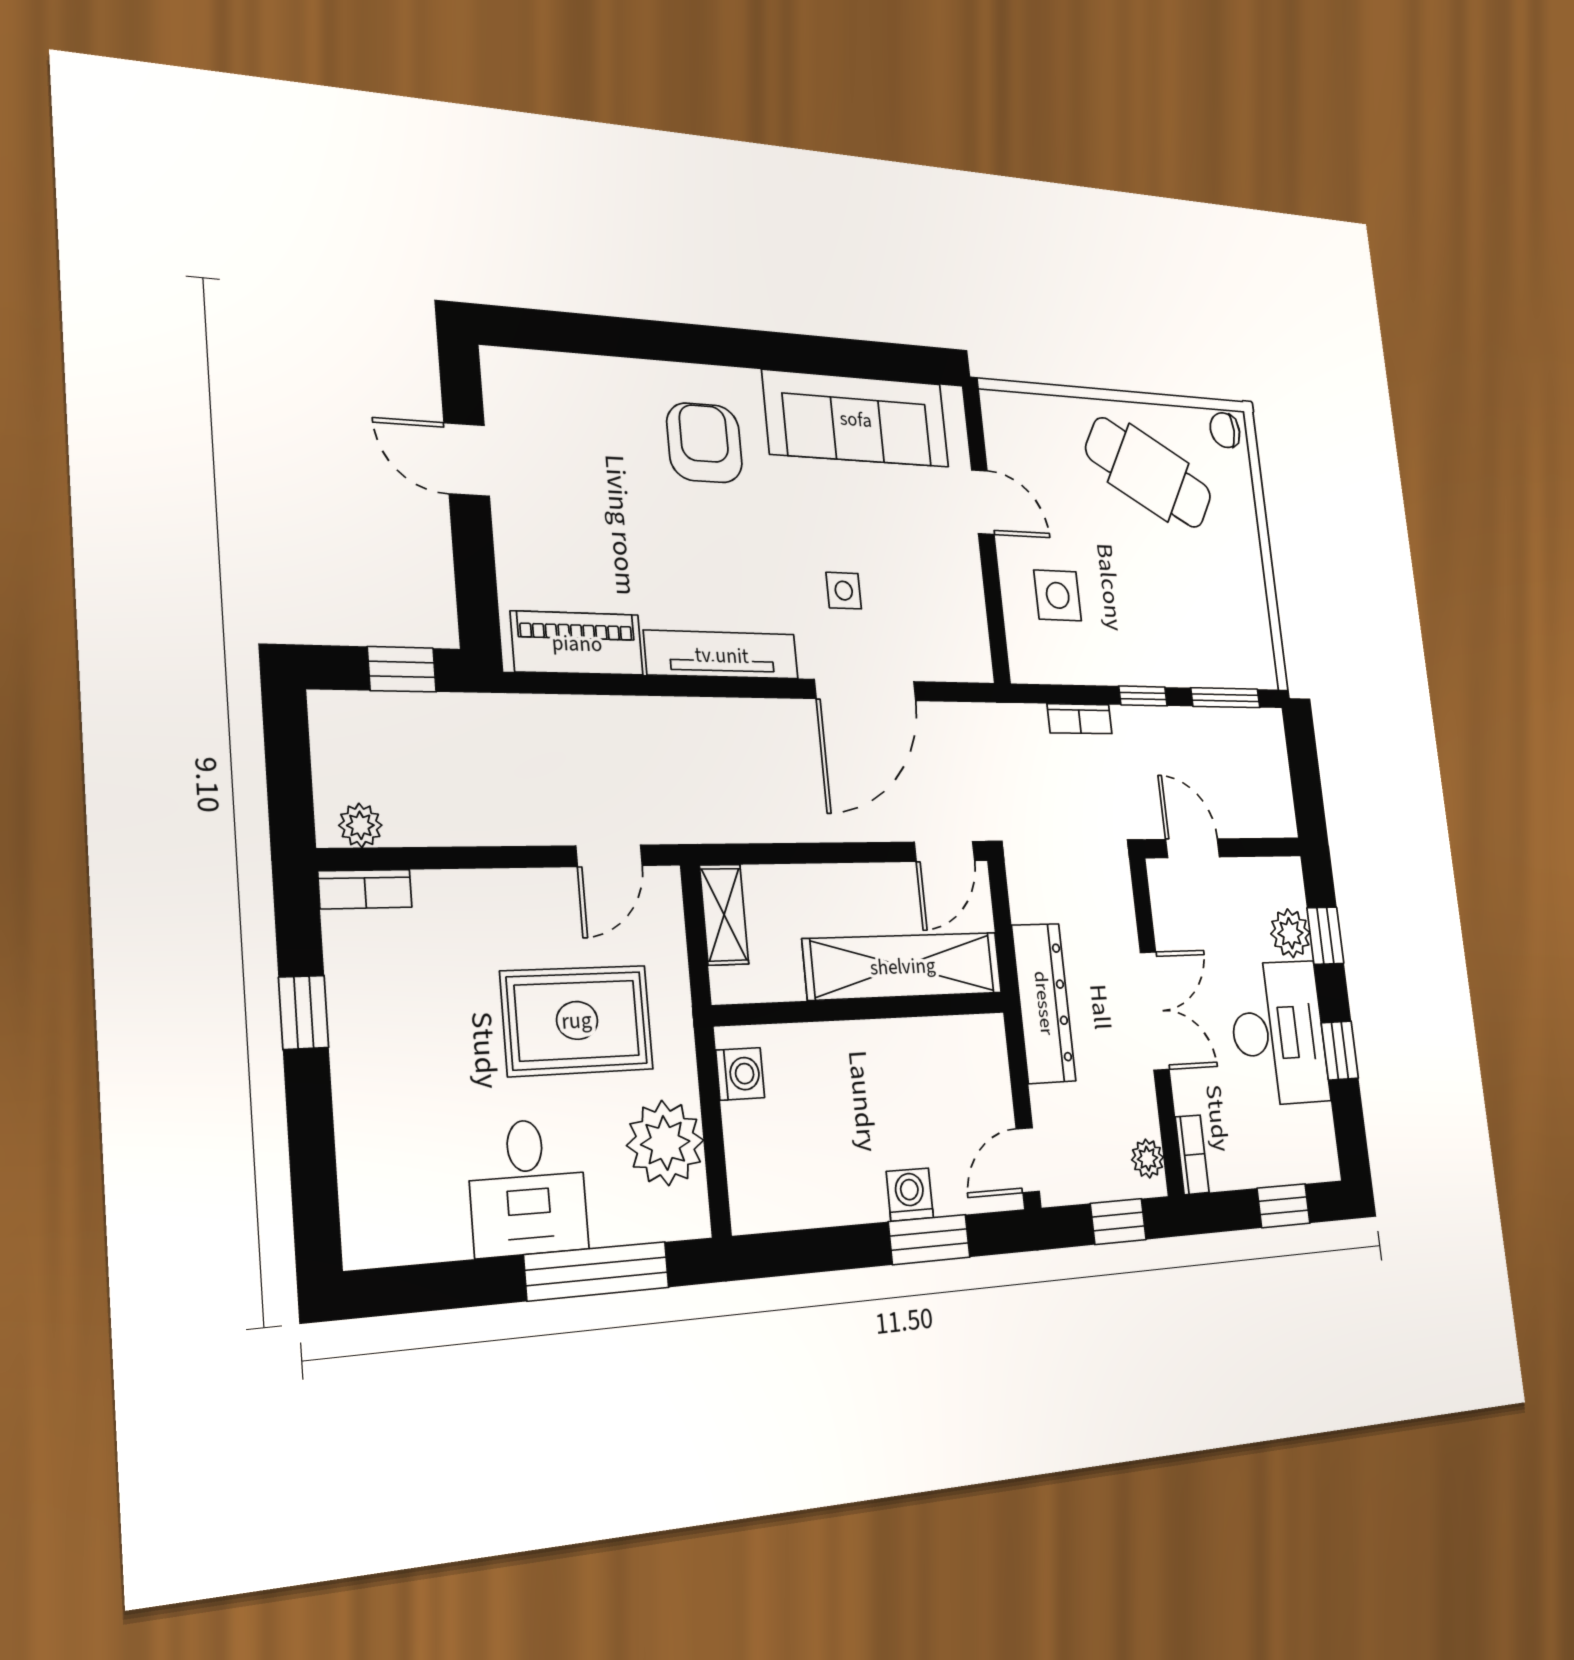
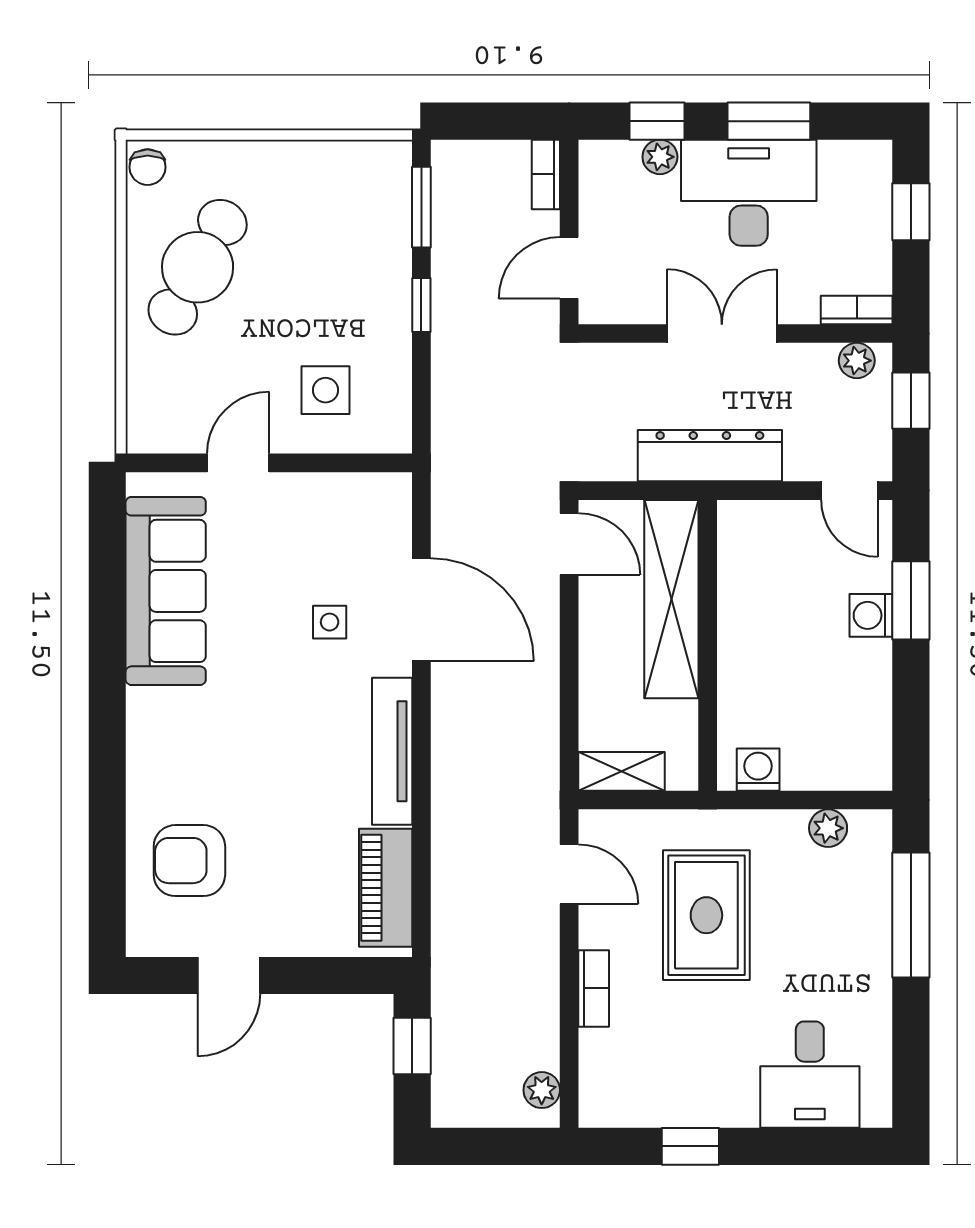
armchair: (704, 443) -> (189, 861), moved
bookcase: (1080, 719) -> (546, 174), moved, turned 180
bookcase: (365, 889) -> (594, 988), moved
plant: (1290, 933) -> (660, 157), width x0.73, depth x0.73
window: (1340, 1050) -> (769, 121), width x1.50
plant: (665, 1143) -> (828, 828), width x0.53, depth x0.53
desk: (528, 1187) -> (810, 1075), moved, turned 90

